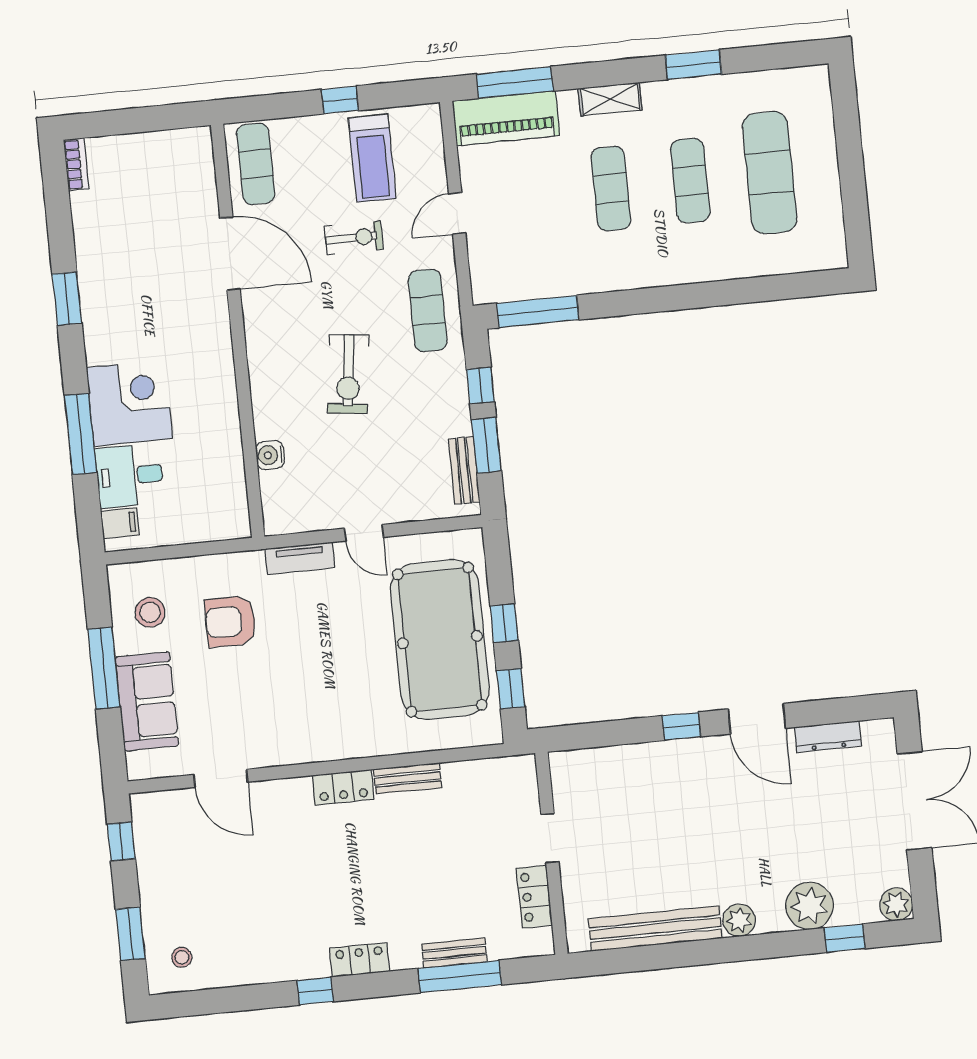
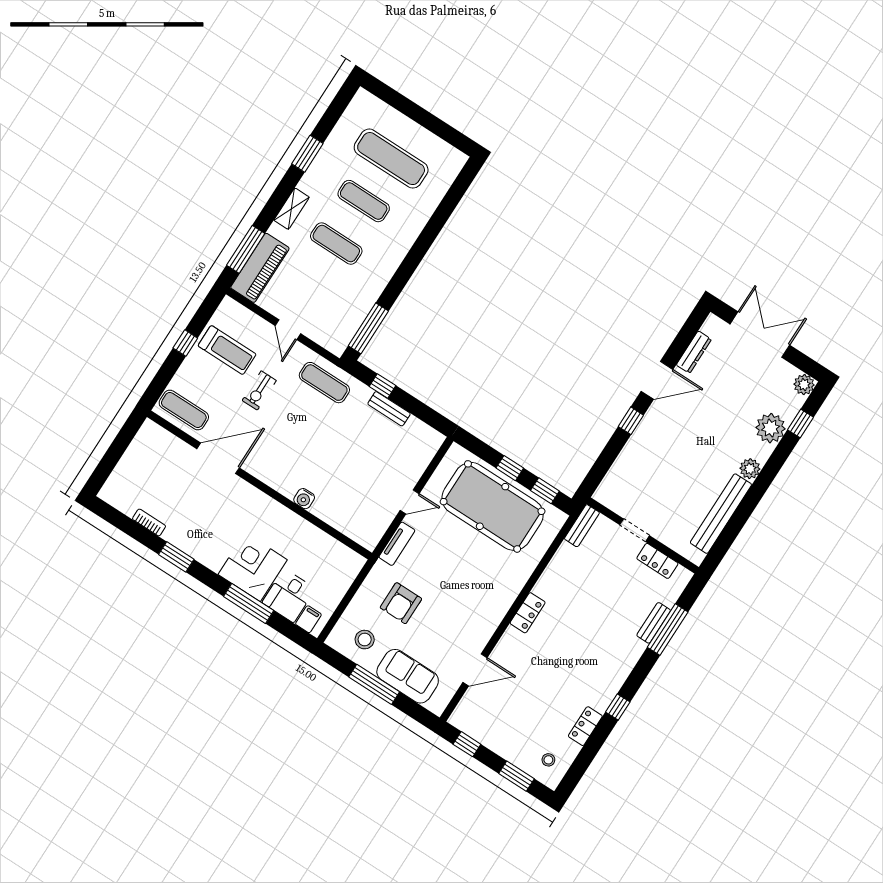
bookcase: (76, 164) -> (149, 522), moved
exercise bike: (354, 238) -> (259, 391), turned 180
exercise bike: (348, 374) -> (325, 447), removed
window: (486, 445) -> (415, 407), removed
water cooler: (270, 455) -> (304, 499), moved
bench: (464, 470) -> (389, 409), moved
bench: (407, 778) -> (582, 526), moved
locker: (360, 960) -> (585, 726), moved

